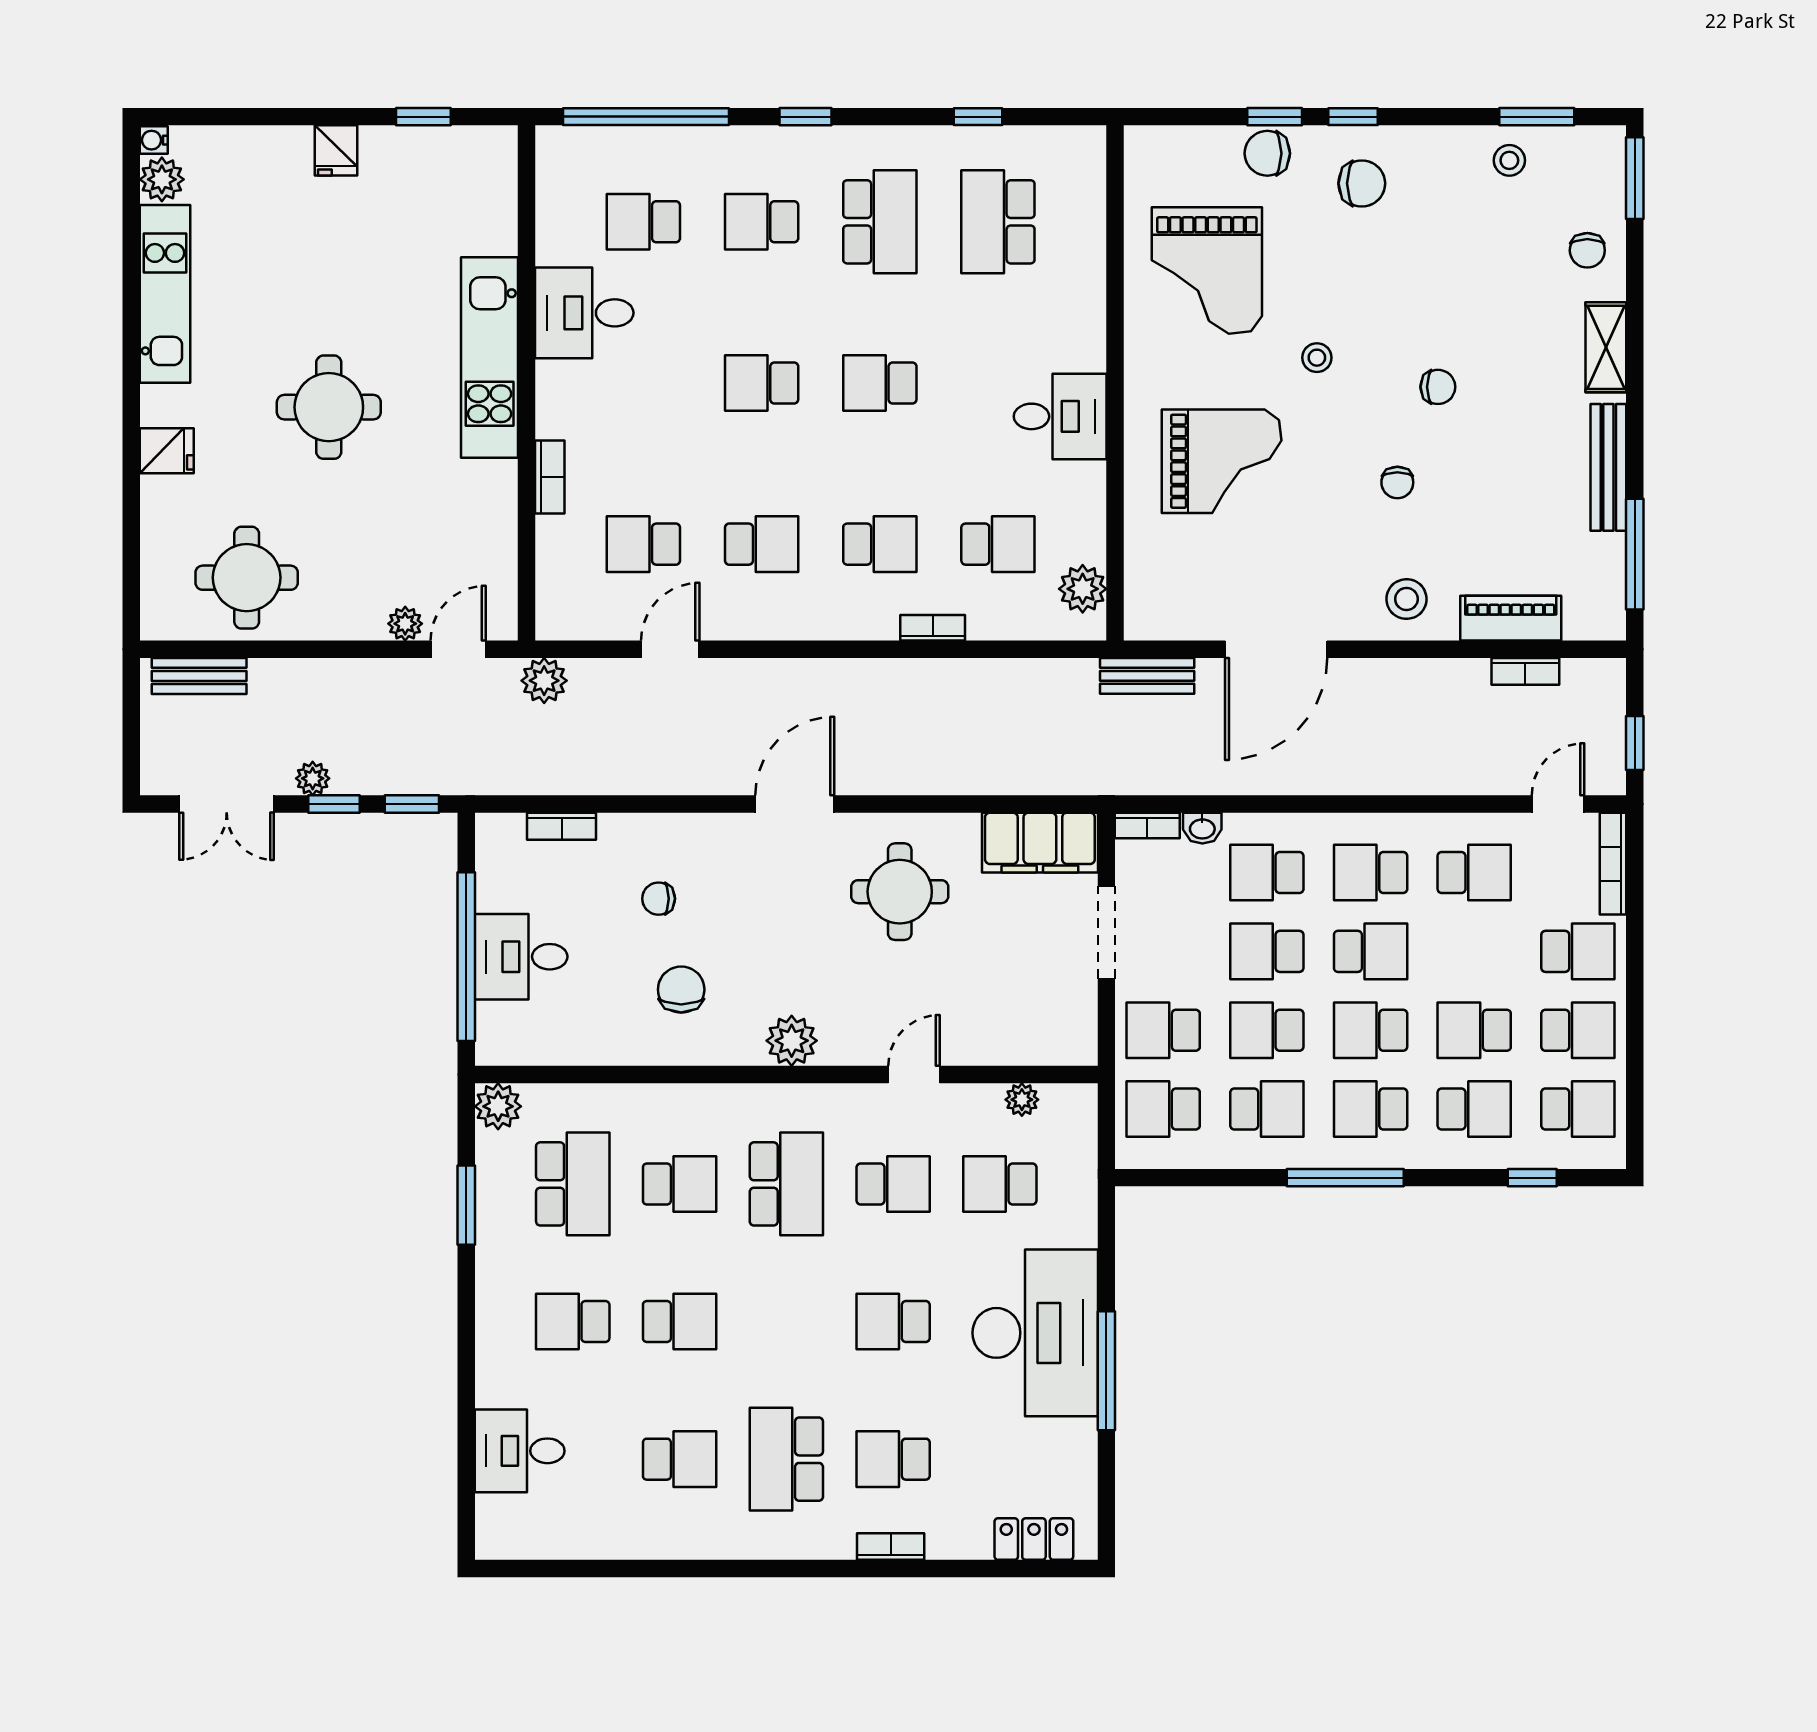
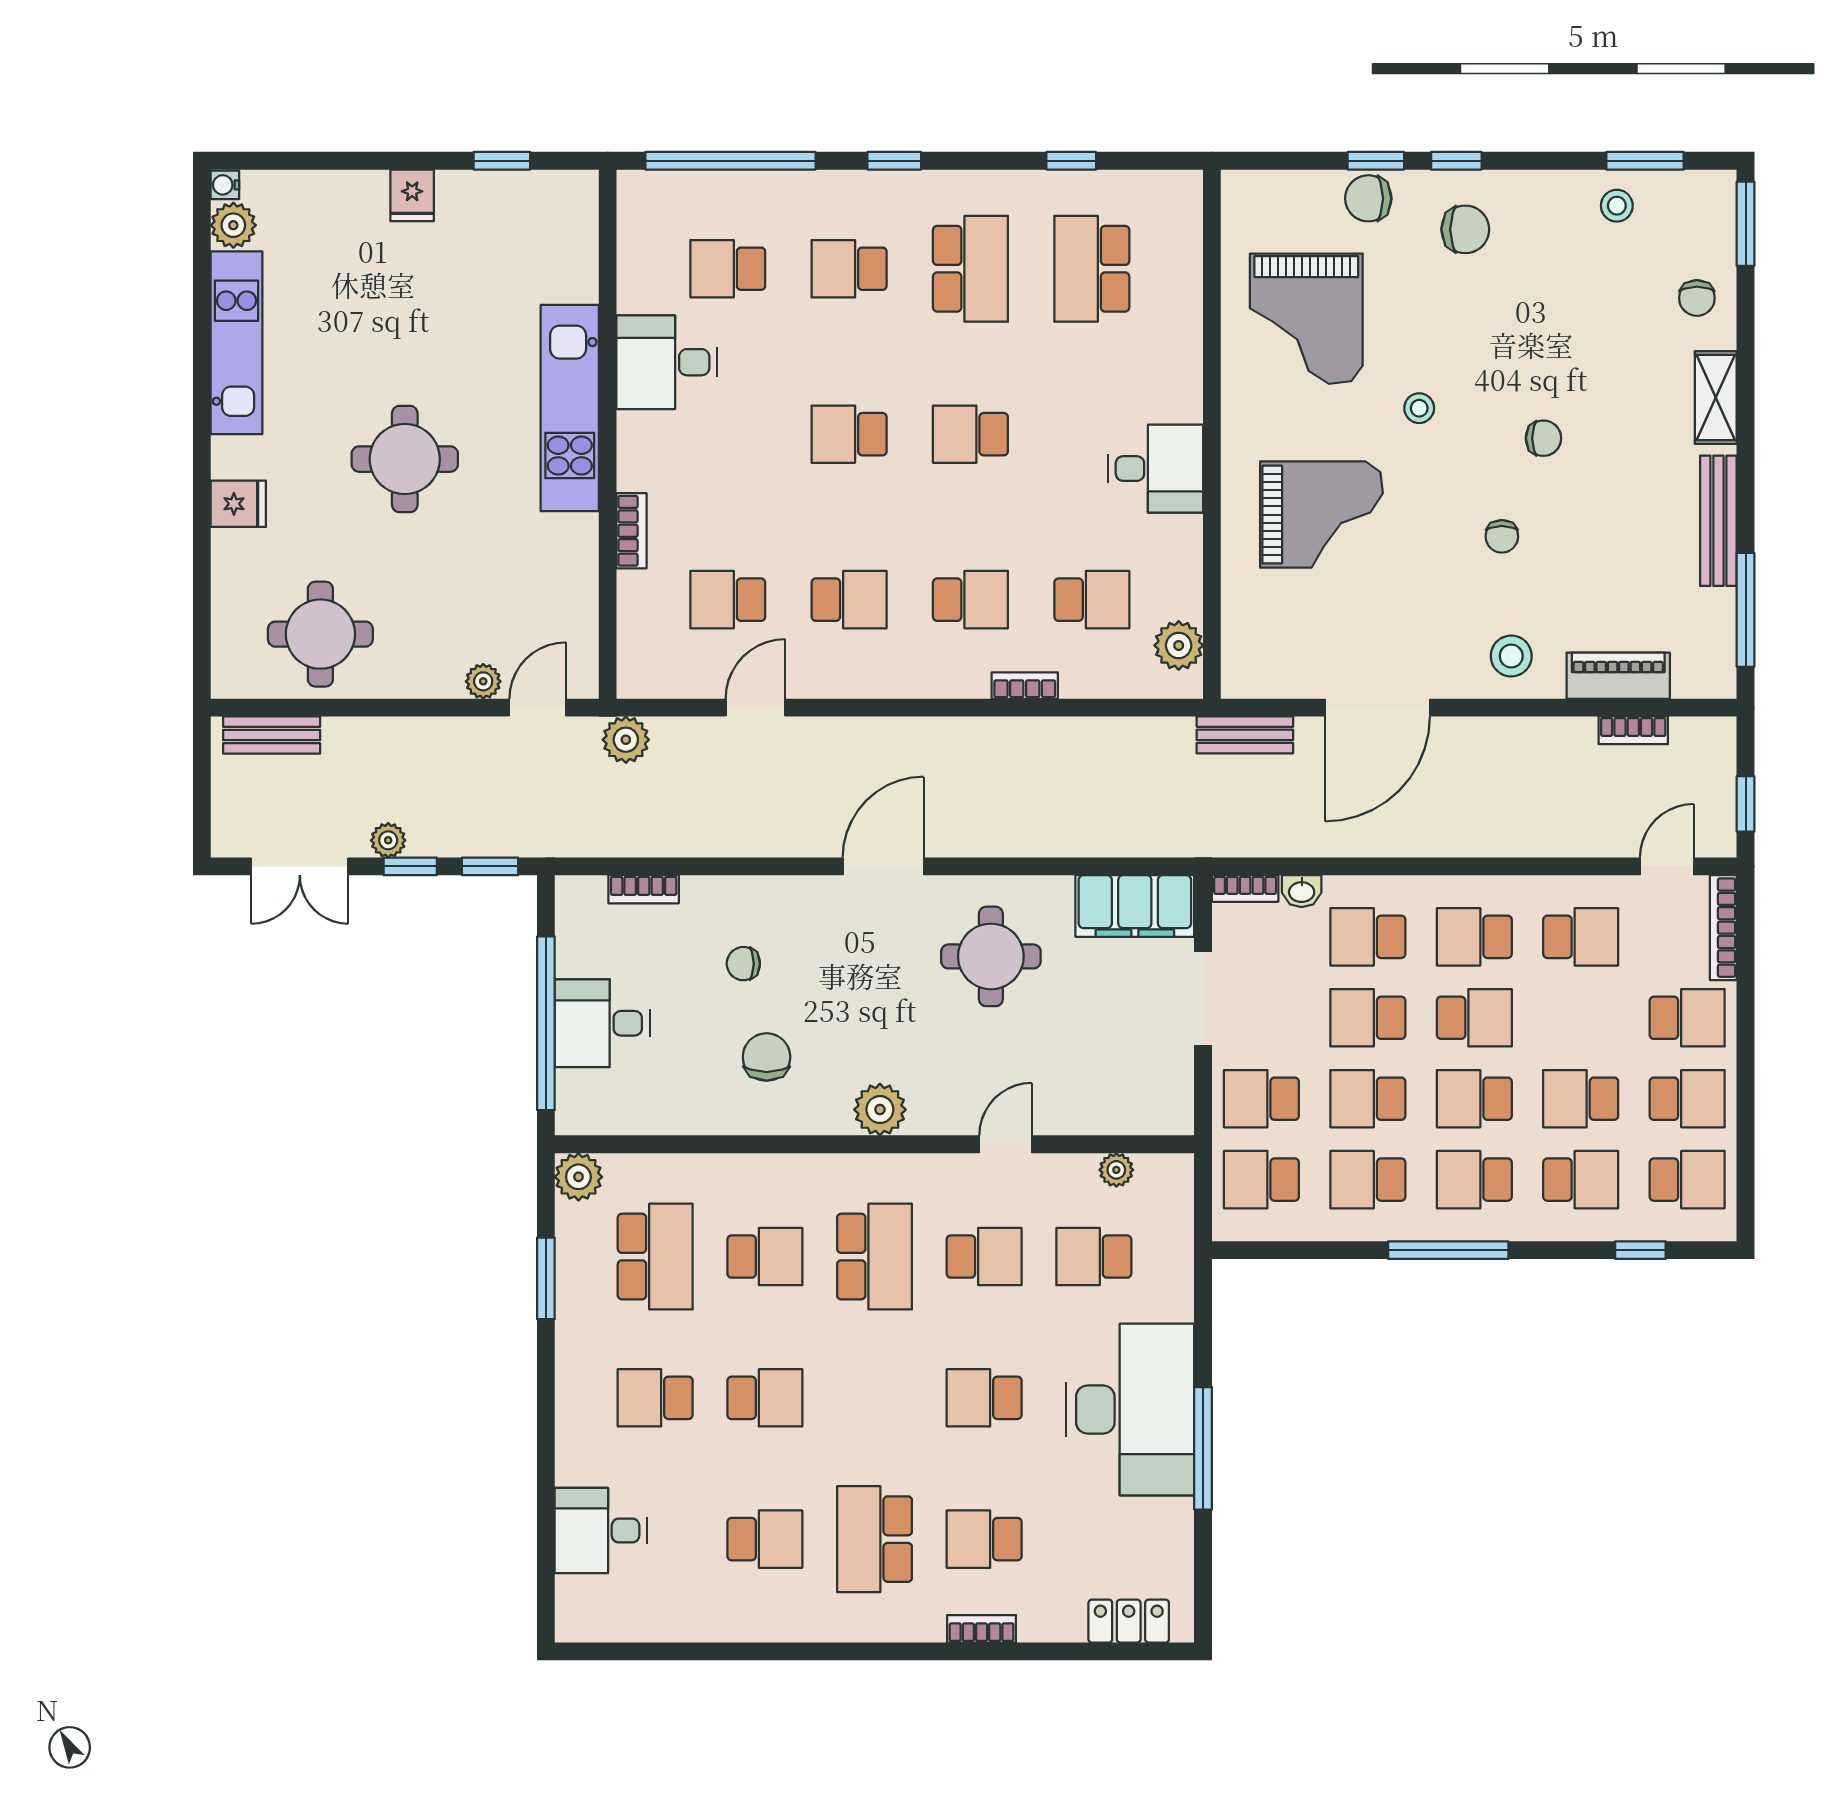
school desk: (1267, 1109) -> (1368, 1180), turned 180

